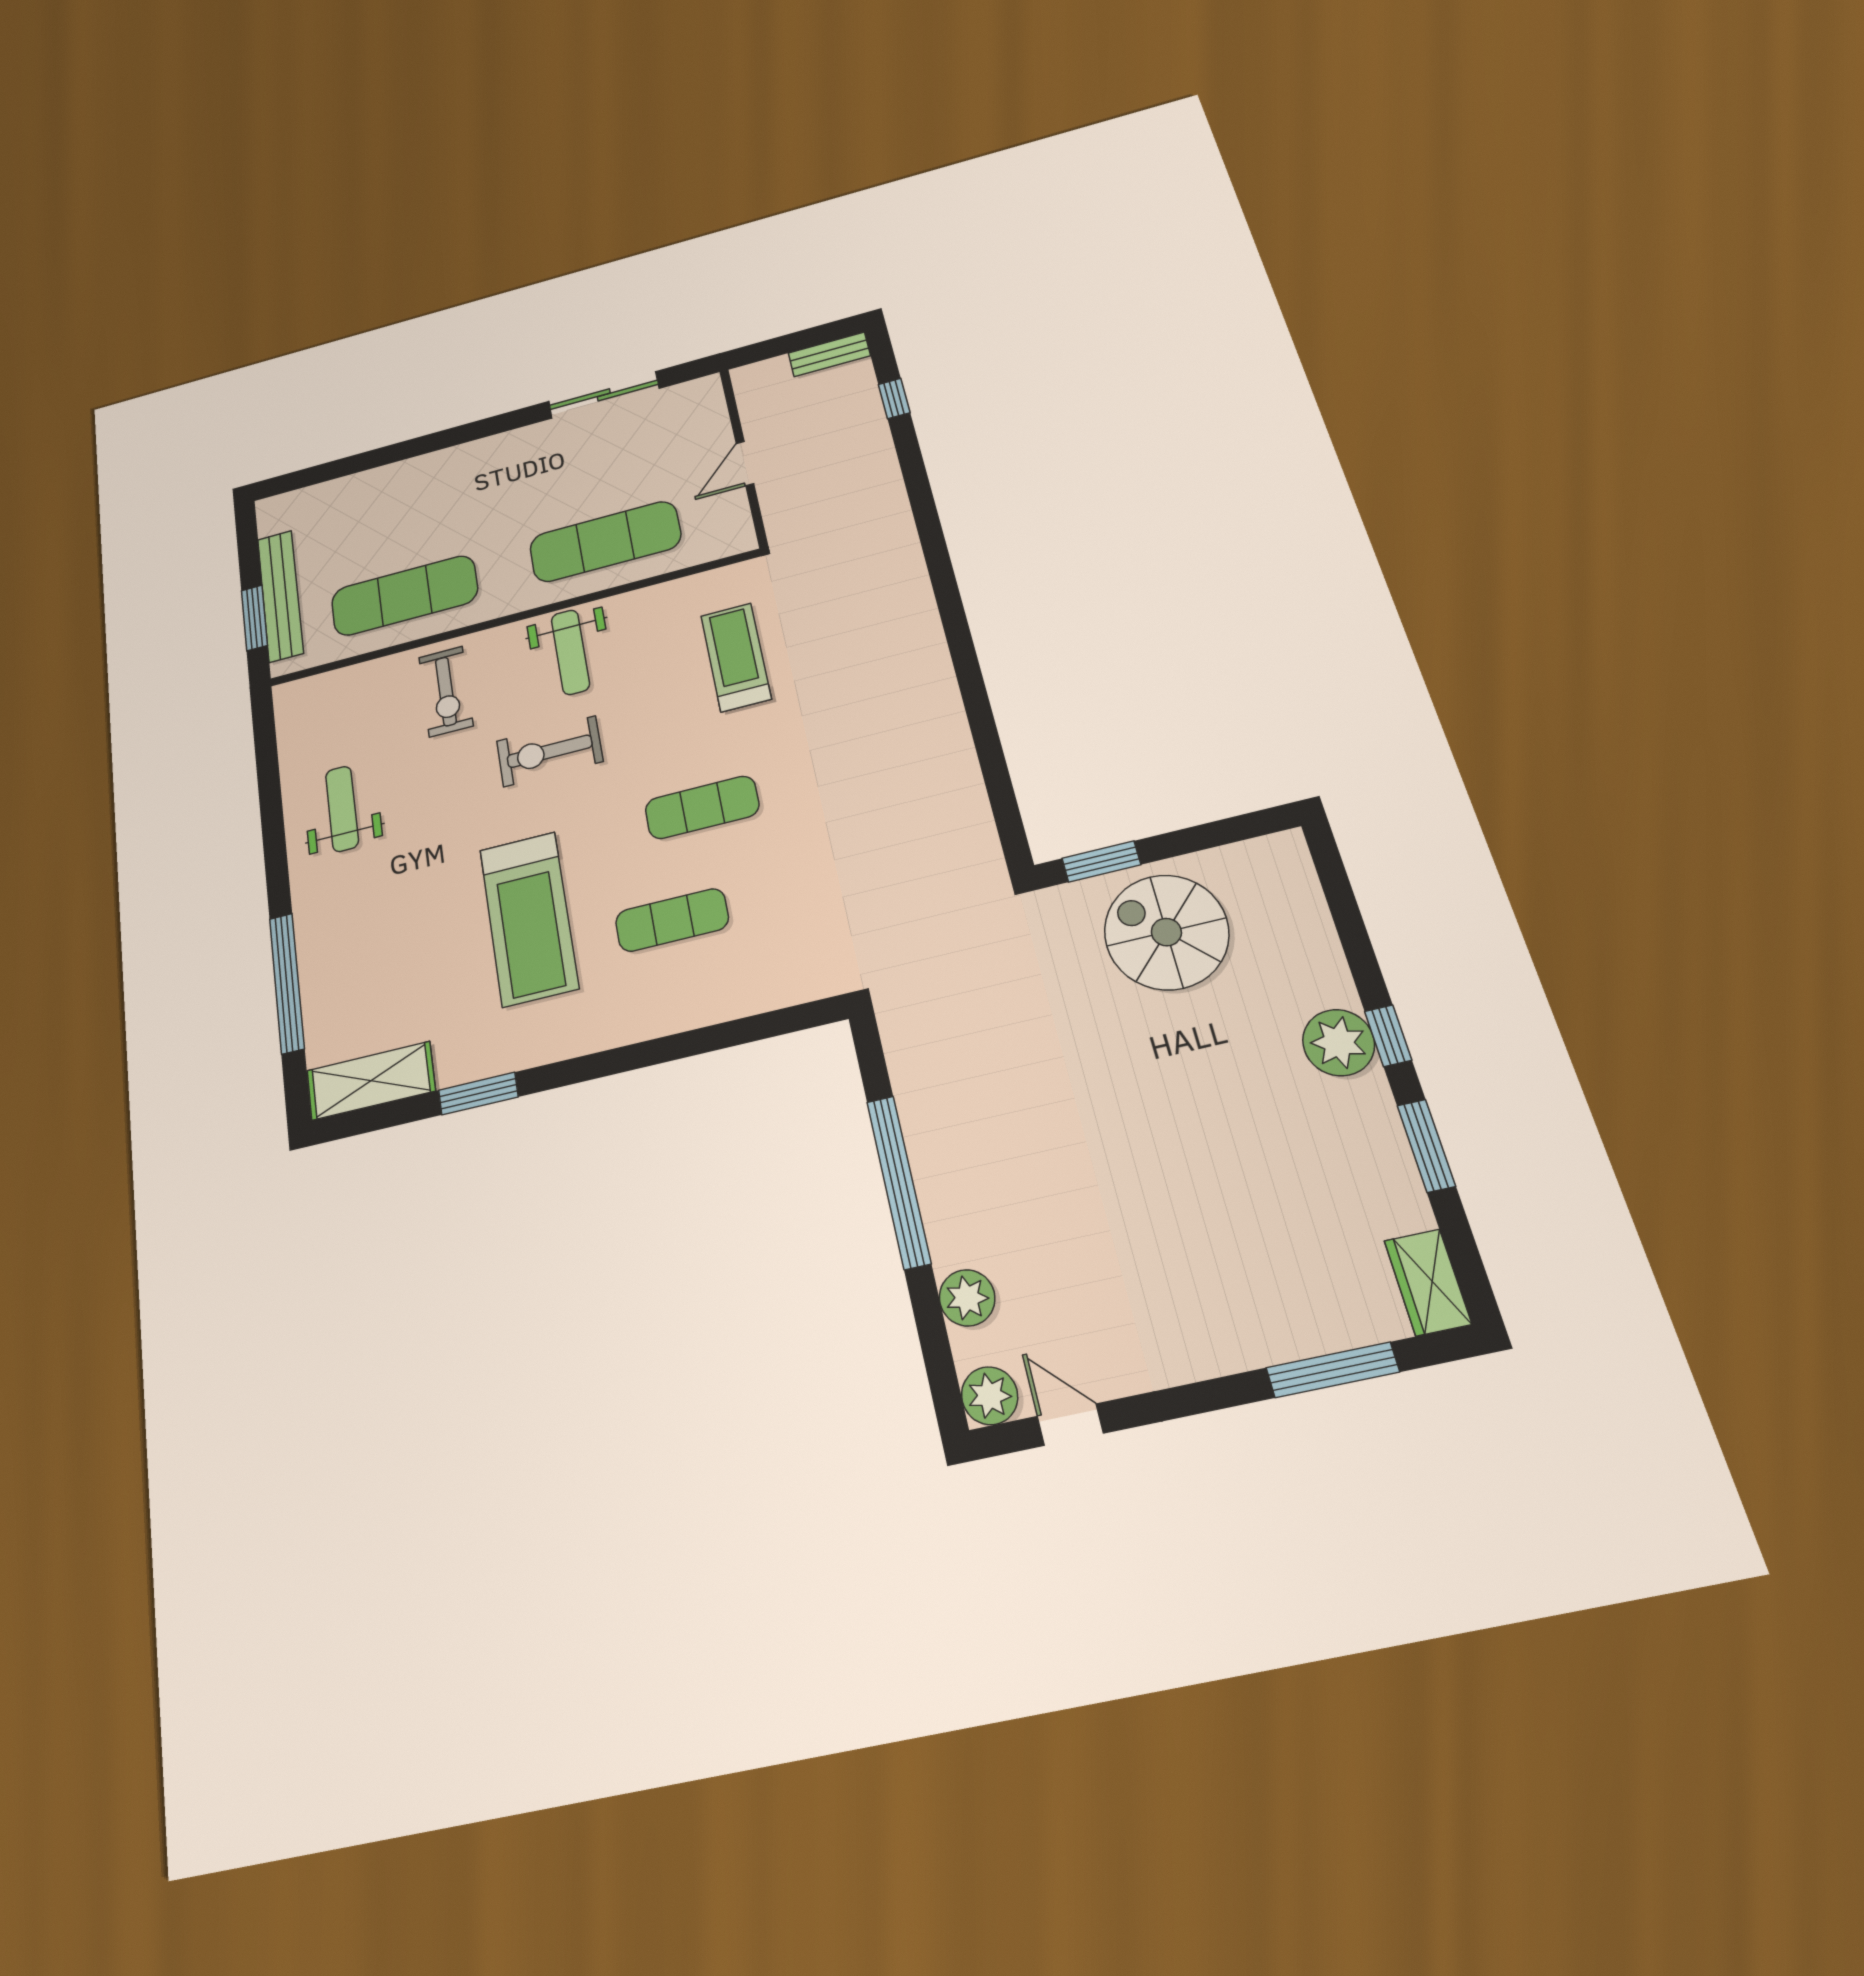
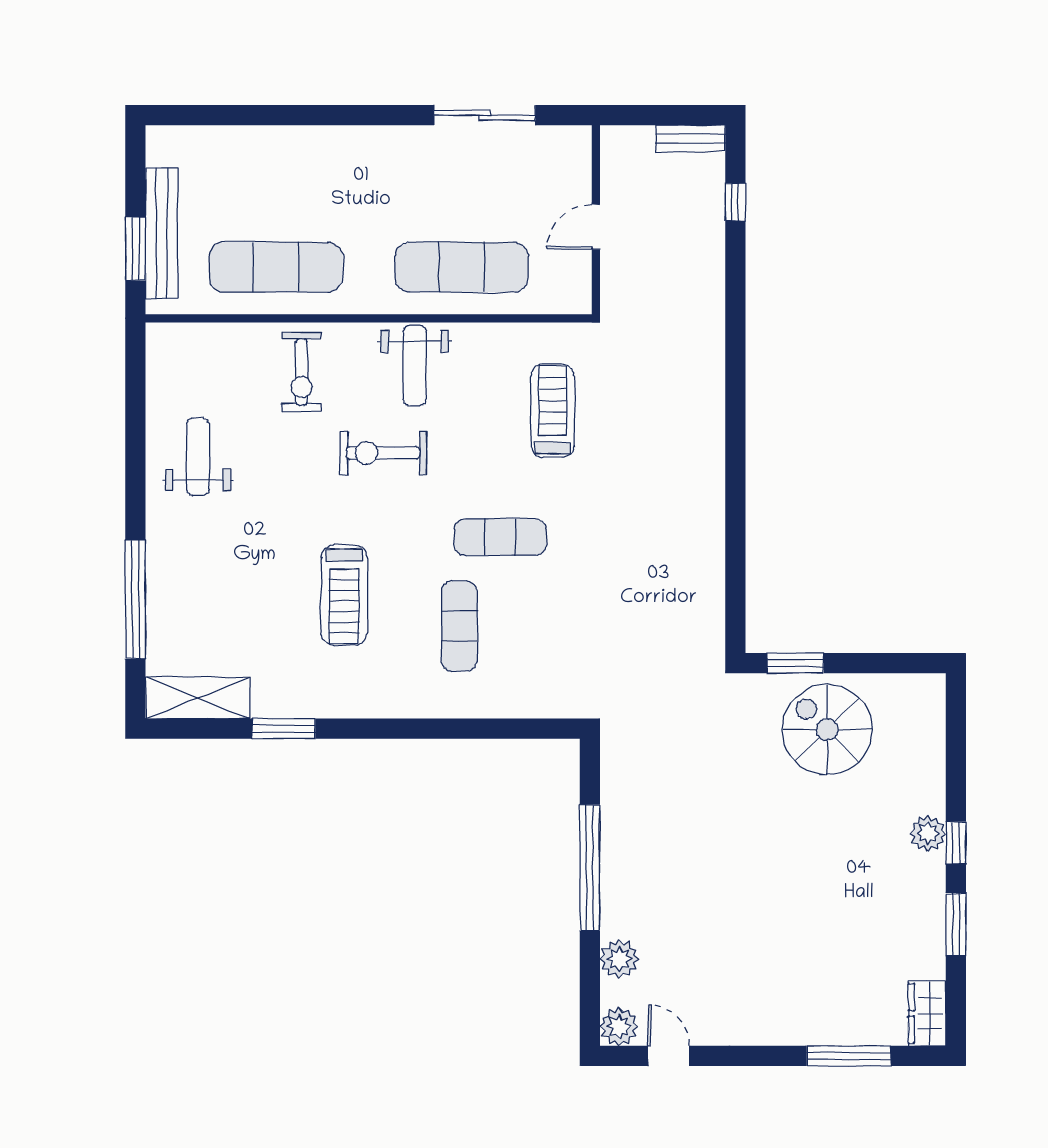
treadmill: (529, 918) -> (344, 595), width x0.73, depth x0.73
exercise mat: (672, 920) -> (459, 626), turned 90
plant: (1339, 1043) -> (928, 833), width x0.73, depth x0.73

